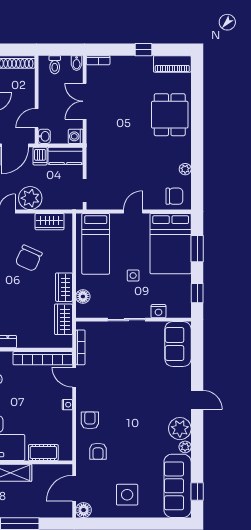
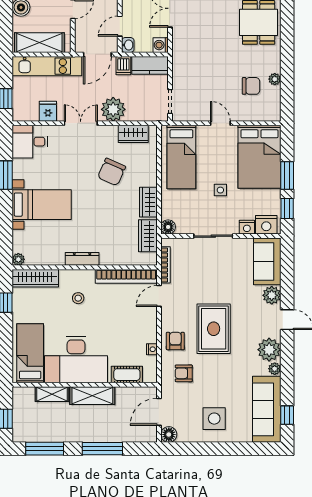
chair: (174, 196) -> (251, 86), moved
door: (133, 211) -> (220, 123), hinge flipped
window: (197, 249) -> (287, 176), moved
floor lamp: (83, 296) -> (168, 227), moved
nightstand: (177, 309) -> (266, 225), added
plant: (182, 376) -> (272, 295), added
door: (74, 377) -> (159, 296), hinge flipped
nightstand: (67, 405) -> (152, 349), moved
rug: (127, 409) -> (214, 329), added
armchair: (98, 451) -> (184, 373), turned 90

